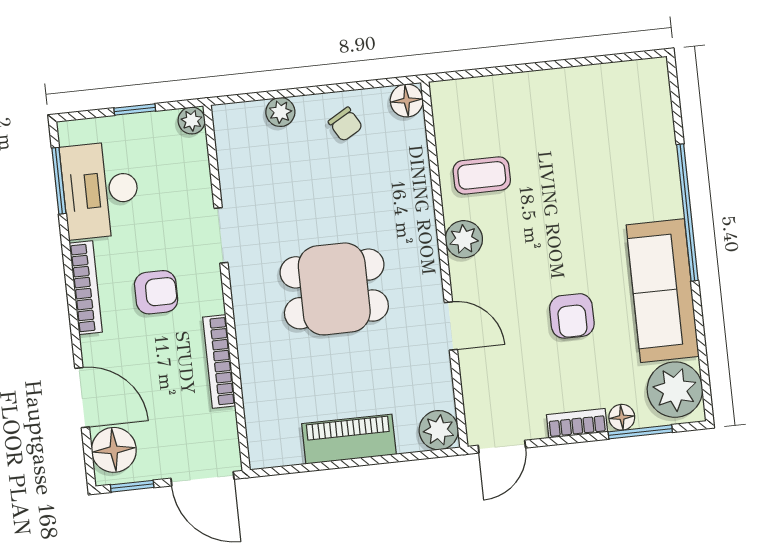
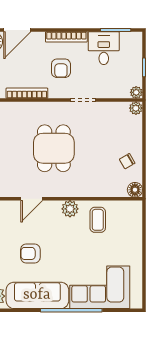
plant: (280, 112) -> (136, 108), moved
corner sofa: (630, 155) -> (100, 287), added
desk: (100, 190) -> (104, 48), width x0.73

